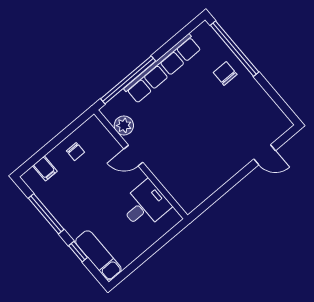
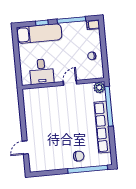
plant: (124, 125) -> (99, 87), moved
filing cabinet: (45, 168) -> (93, 25), moved
exam couch: (98, 255) -> (39, 33), width x1.36, depth x1.45

